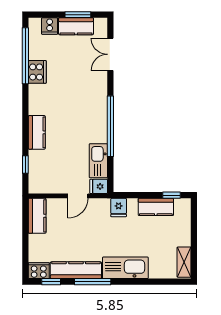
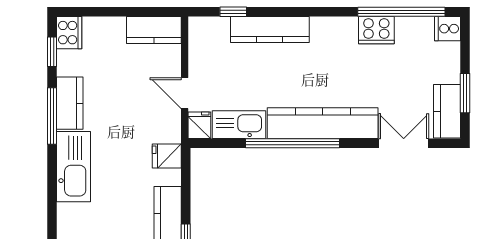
cooker: (50, 26) -> (448, 29), moved
kitchen counter: (76, 26) -> (447, 111), moved
kitchen counter: (97, 107) -> (323, 123), added
kitchen counter: (37, 132) -> (270, 29), width x1.50
kitchen counter: (76, 270) -> (70, 103), width x0.67

